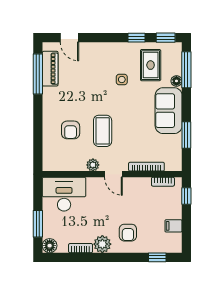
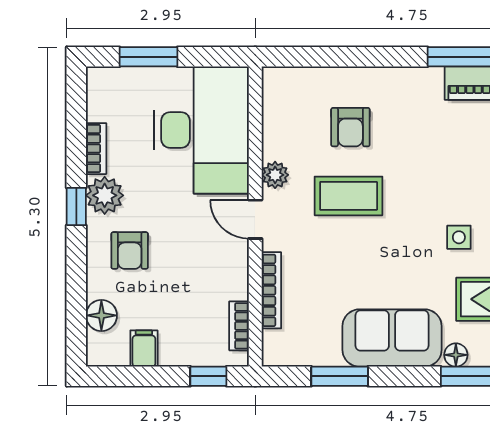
armchair: (71, 130) -> (350, 127), turned -90
door: (113, 174) -> (255, 219), hinge flipped
desk: (64, 194) -> (201, 130), width x1.36, depth x1.30
armchair: (128, 233) -> (130, 250), turned -90
floor lamp: (50, 246) -> (101, 315), moved
window: (157, 257) -> (76, 206), moved

